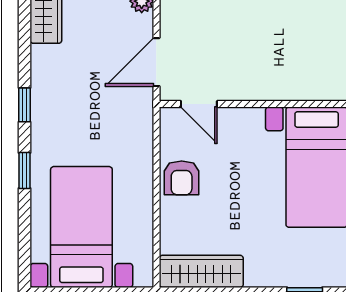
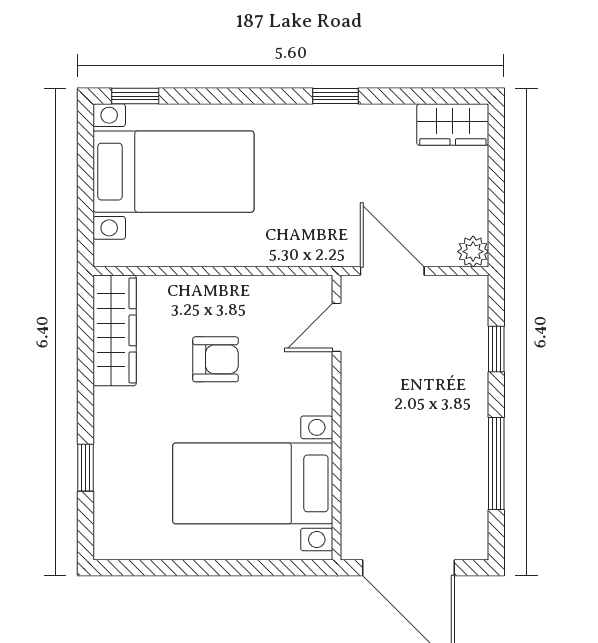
window: (25, 170) -> (135, 96), moved
armchair: (182, 178) -> (216, 359), moved, turned 180

